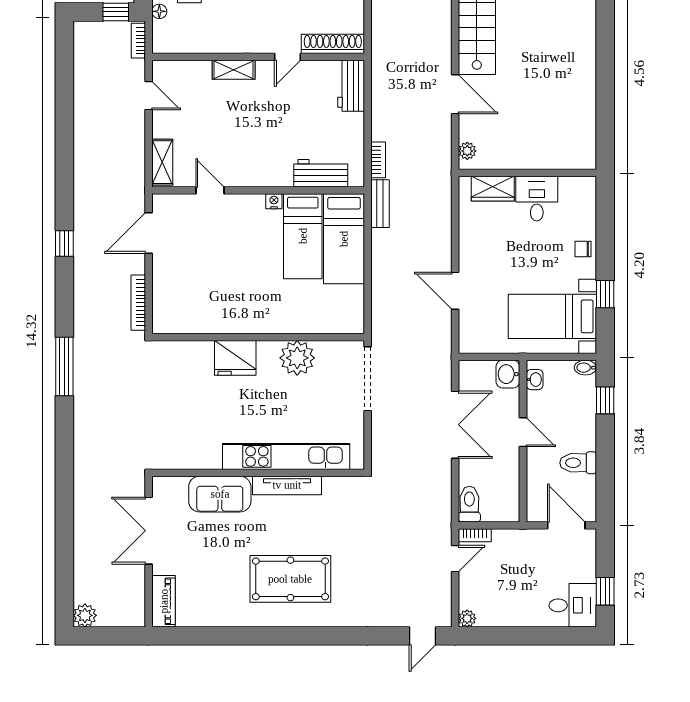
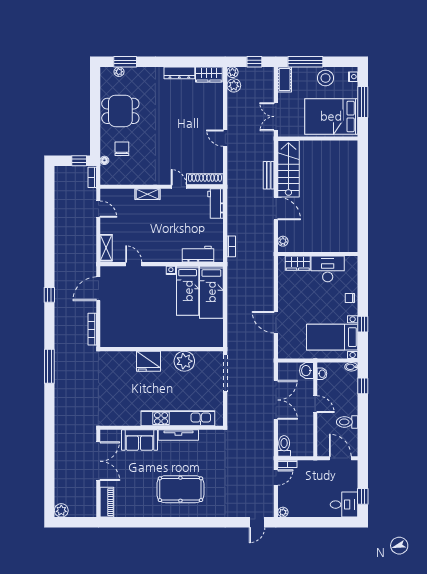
door: (288, 57) -> (179, 187), swing flipped
desk: (537, 199) -> (328, 269), width x1.37
bench: (380, 204) -> (269, 175), moved
double door: (149, 531) -> (98, 461), swing flipped

